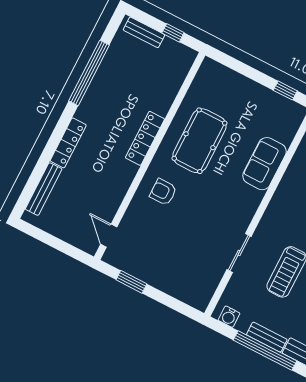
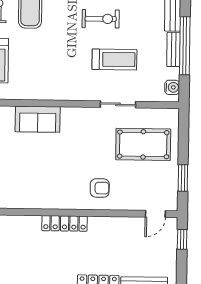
pool table: (199, 141) -> (143, 144), moved
armchair: (163, 192) -> (100, 188), turned -90
window: (69, 250) -> (182, 239), added

